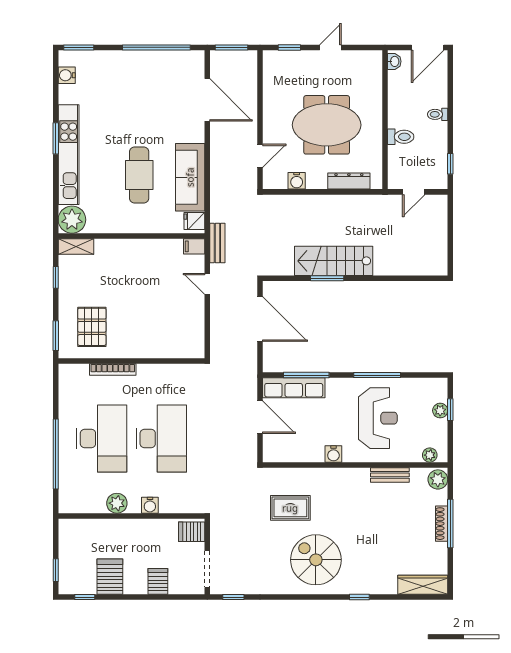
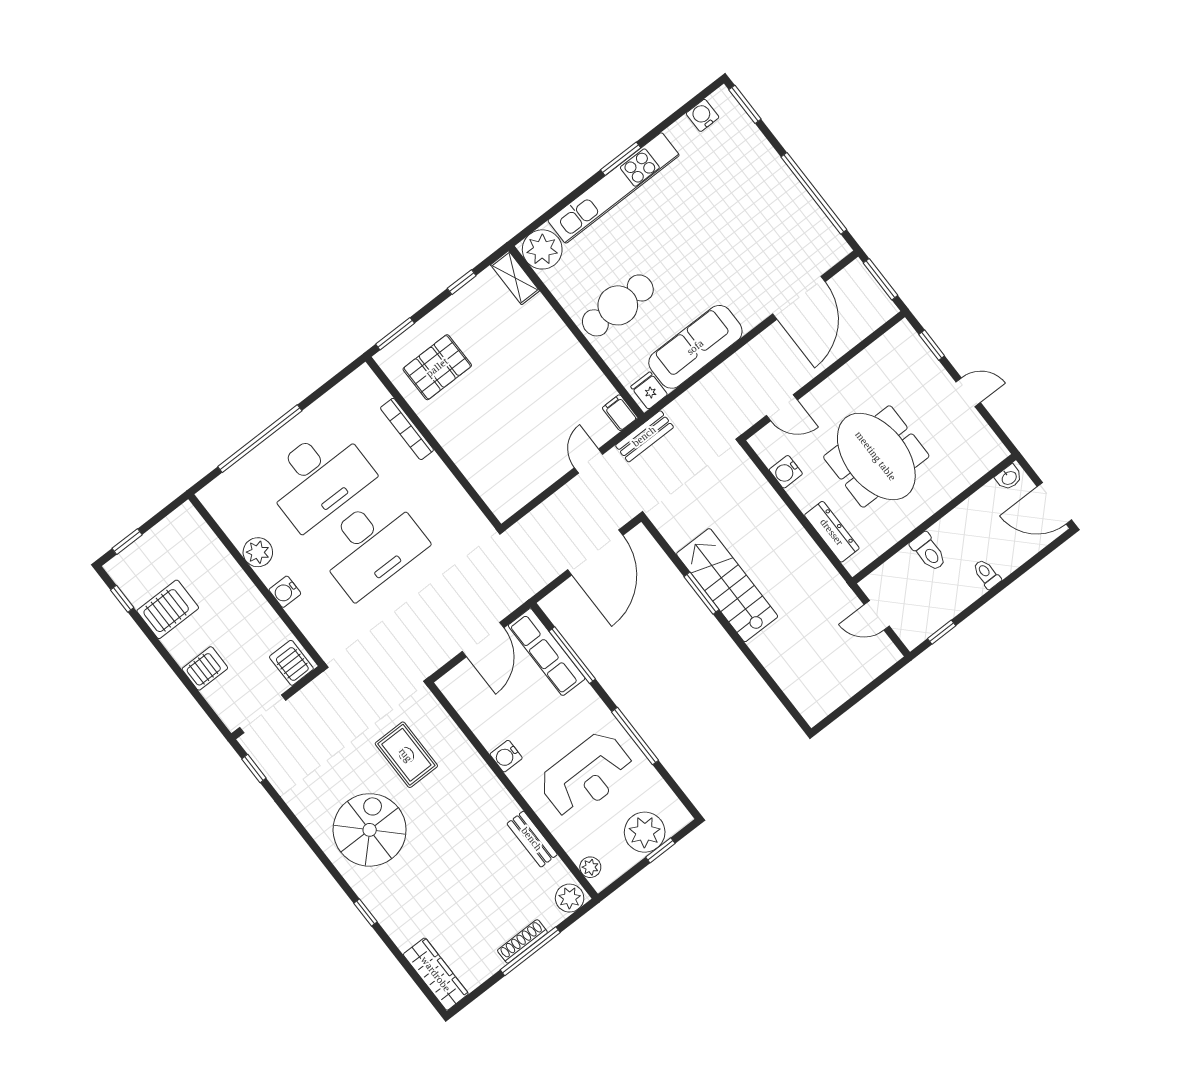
cafe table: (139, 175) -> (618, 305), moved
plant: (440, 411) -> (645, 832), width x1.88, depth x1.88

